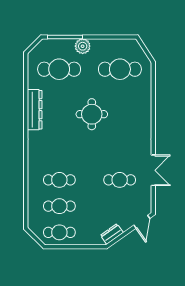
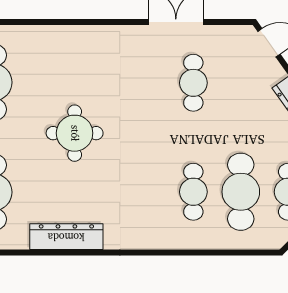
cafe table: (59, 206) -> (241, 192), width x1.37, depth x1.35

